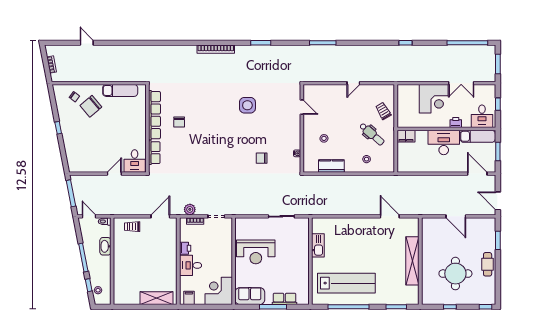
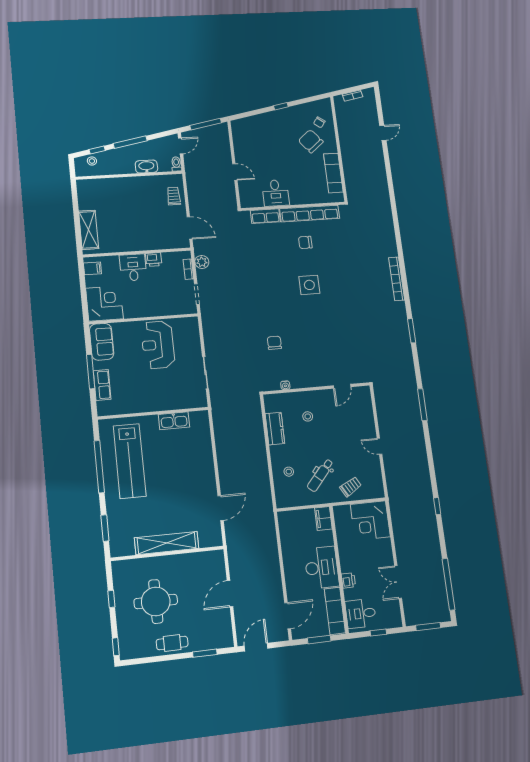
corner desk: (434, 99) -> (370, 521), moved
side table: (247, 105) -> (309, 285), moved
desk: (135, 161) -> (276, 193), moved, turned -90

